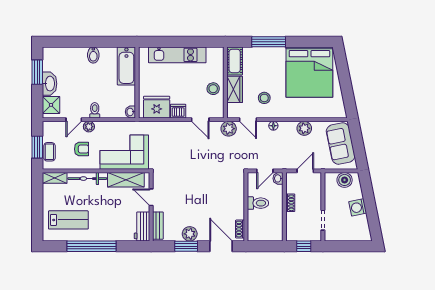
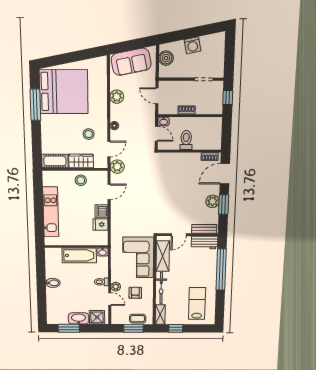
window: (269, 42) -> (35, 105), moved
bathtub: (126, 66) -> (79, 255), moved
fridge: (157, 107) -> (101, 225), width x0.53, depth x0.75
window: (37, 196) -> (176, 328), added
window: (91, 246) -> (221, 270), moved

